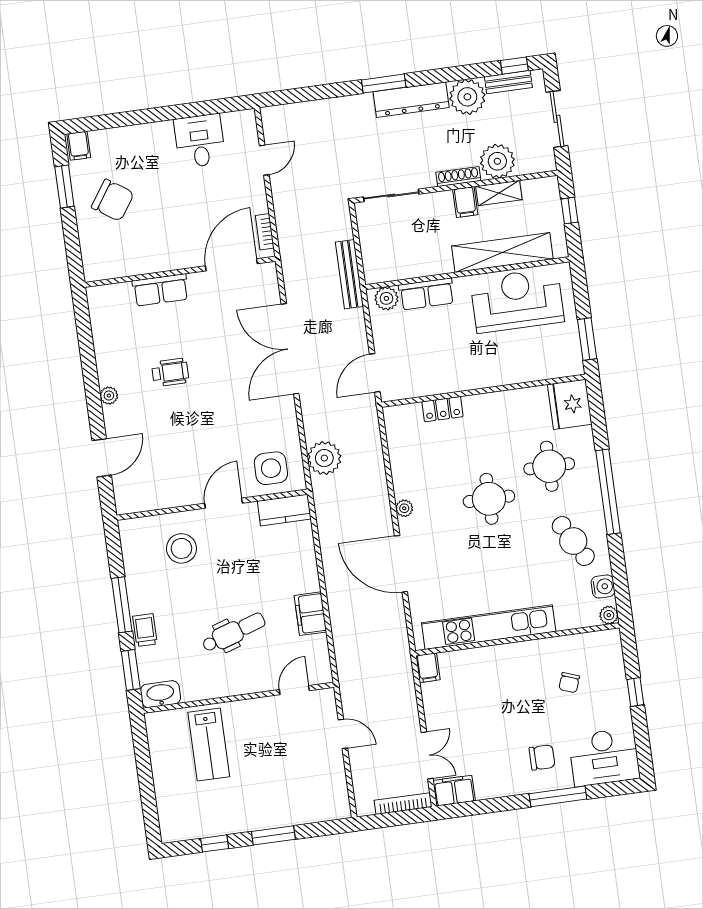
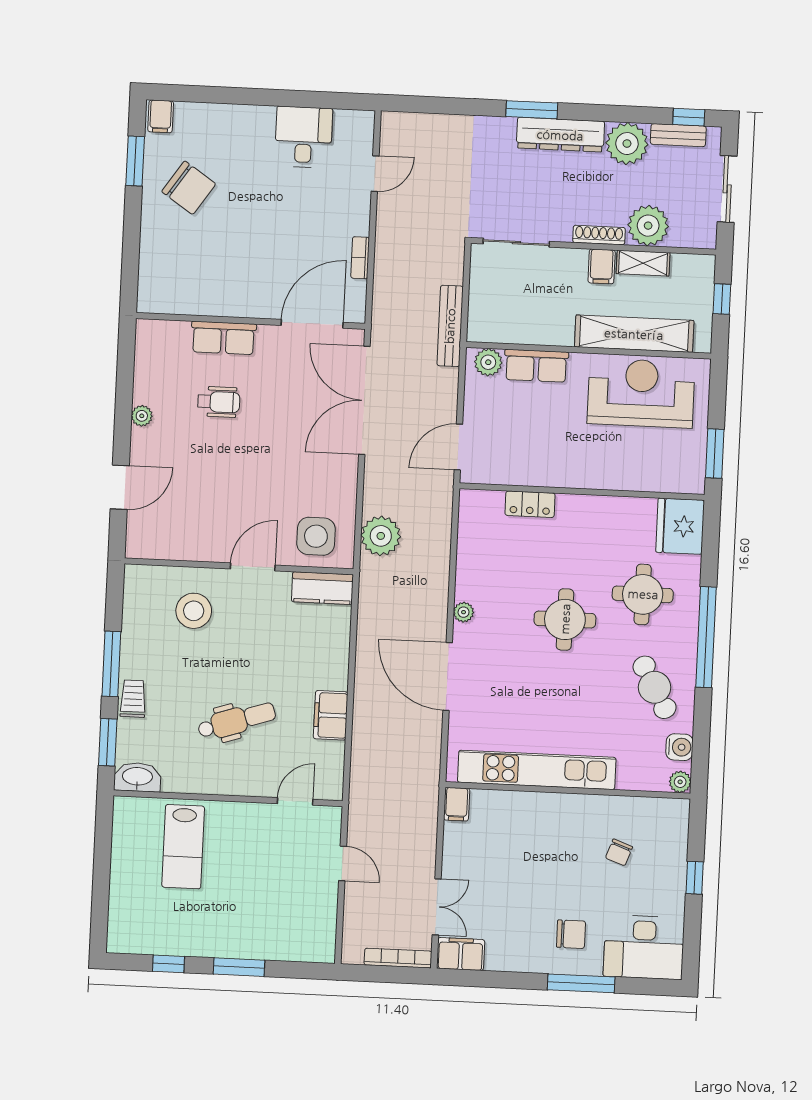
door: (231, 265) -> (312, 324), moved
wall: (180, 272) -> (251, 321), moved
row of seats: (160, 290) -> (224, 338), moved

